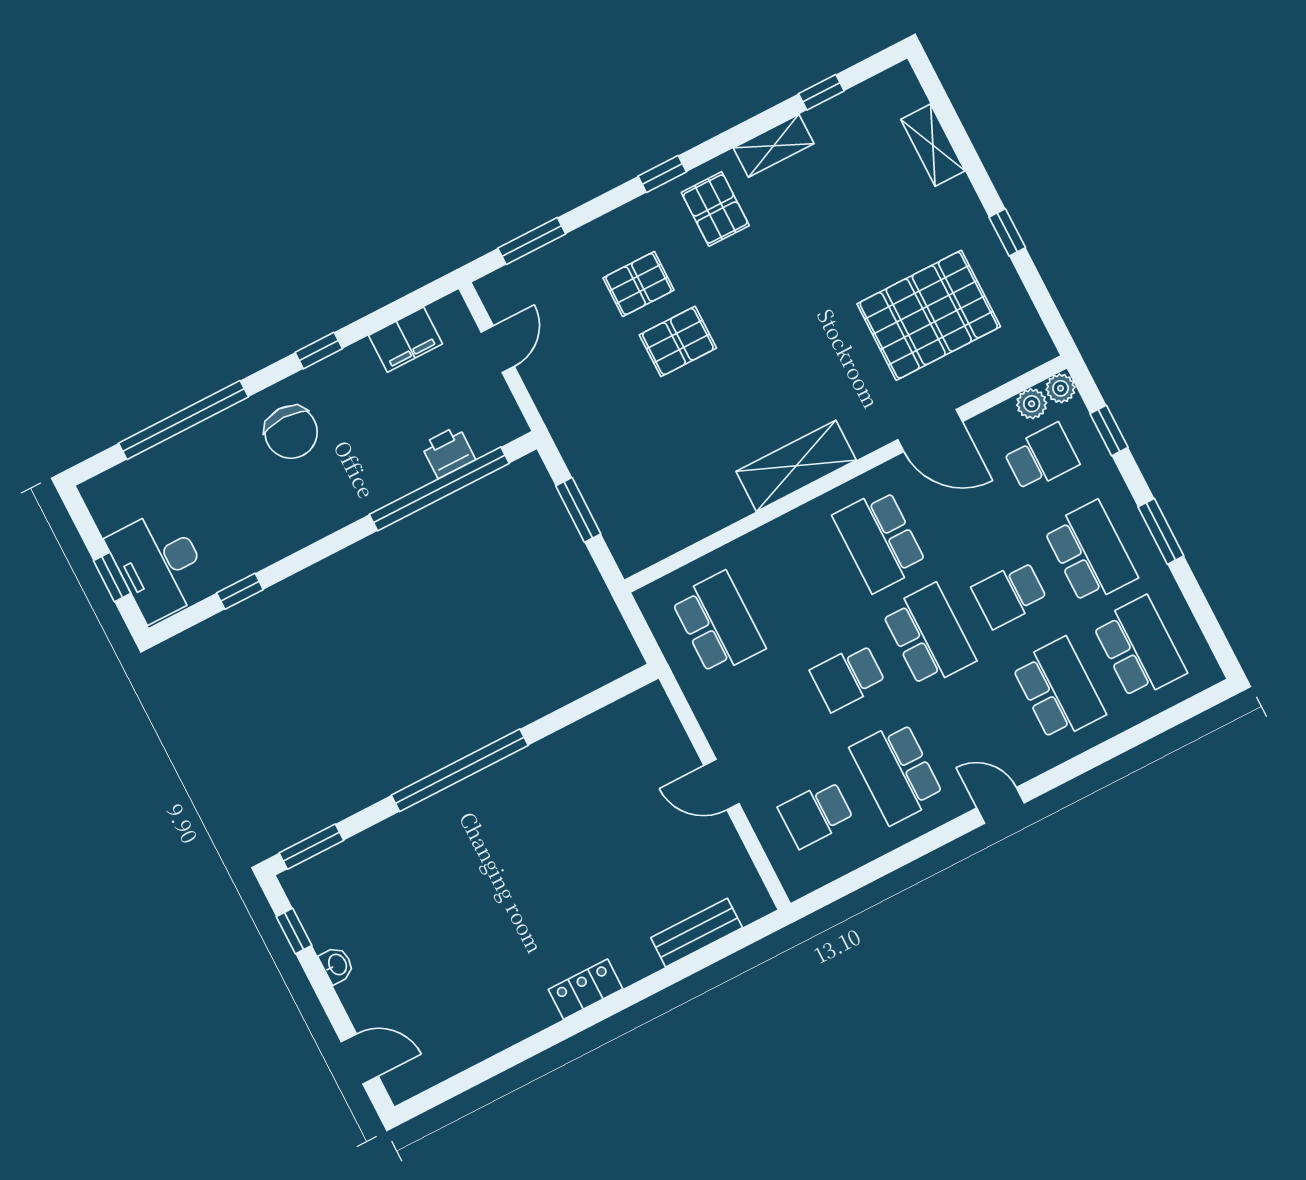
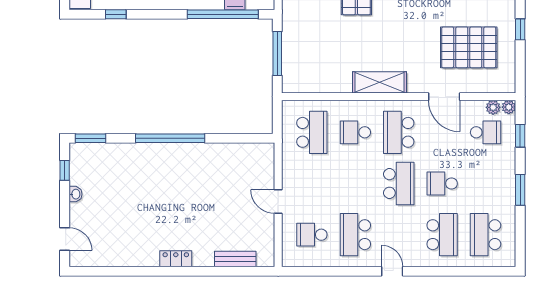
window: (578, 510) -> (277, 54), width x1.44
school desk: (1090, 553) -> (486, 183), removed
school desk: (1139, 648) -> (486, 235), turned 180
school desk: (848, 677) -> (355, 132), moved

